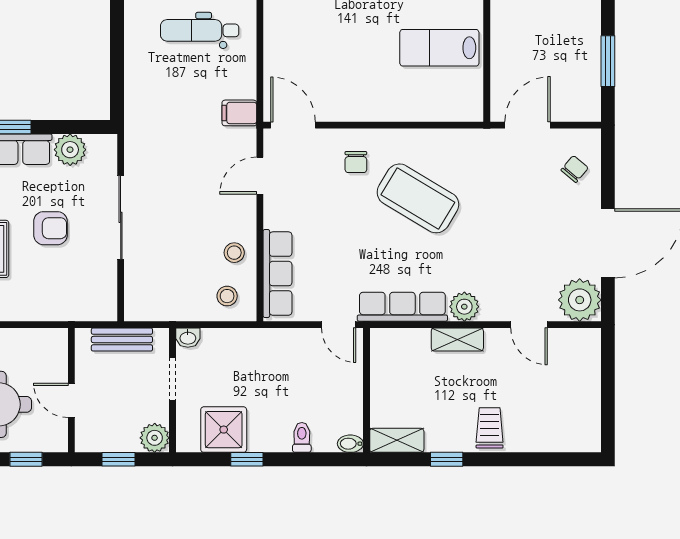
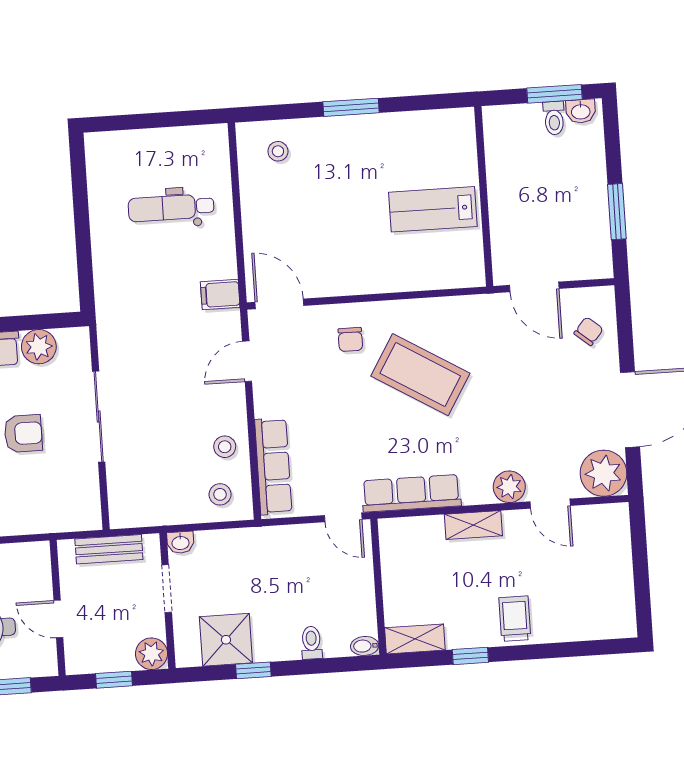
door: (528, 125) -> (534, 287), swing flipped
plant: (464, 307) -> (509, 487), moved

